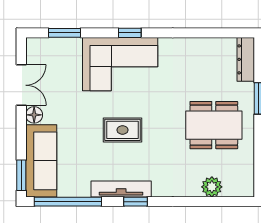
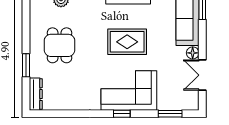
dining table: (214, 125) -> (59, 45), width x0.73
rug: (123, 130) -> (127, 42), width x1.36, depth x1.43

